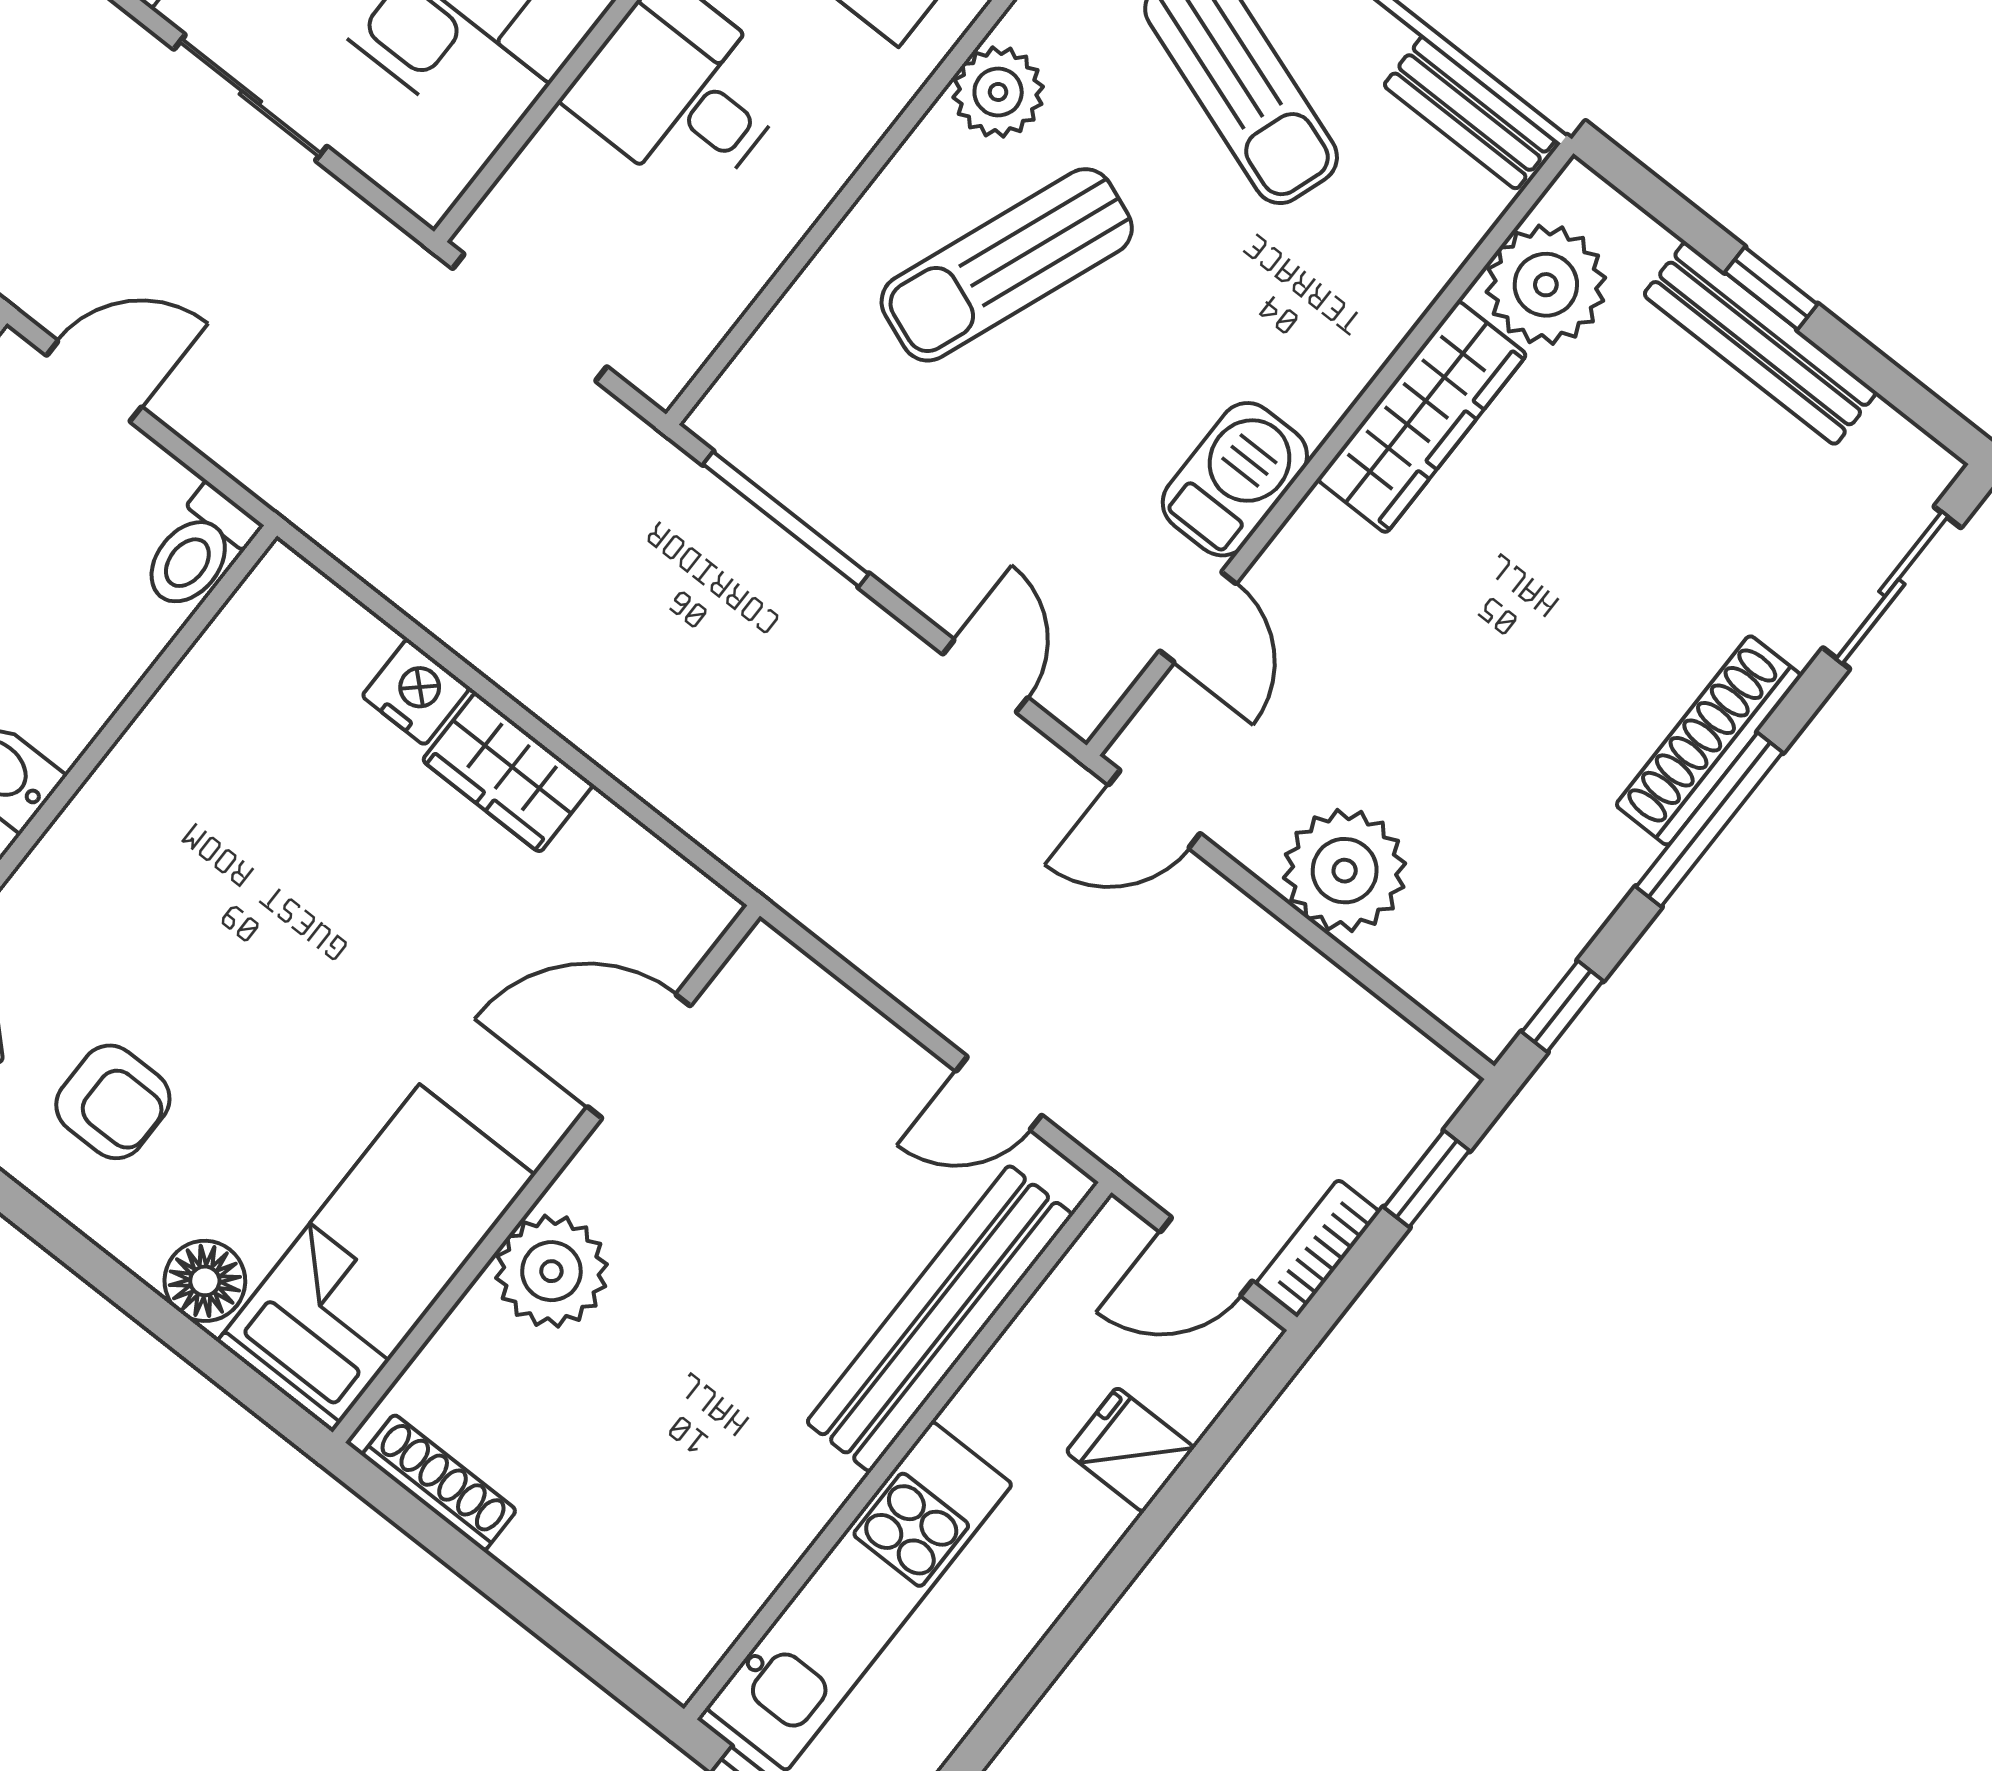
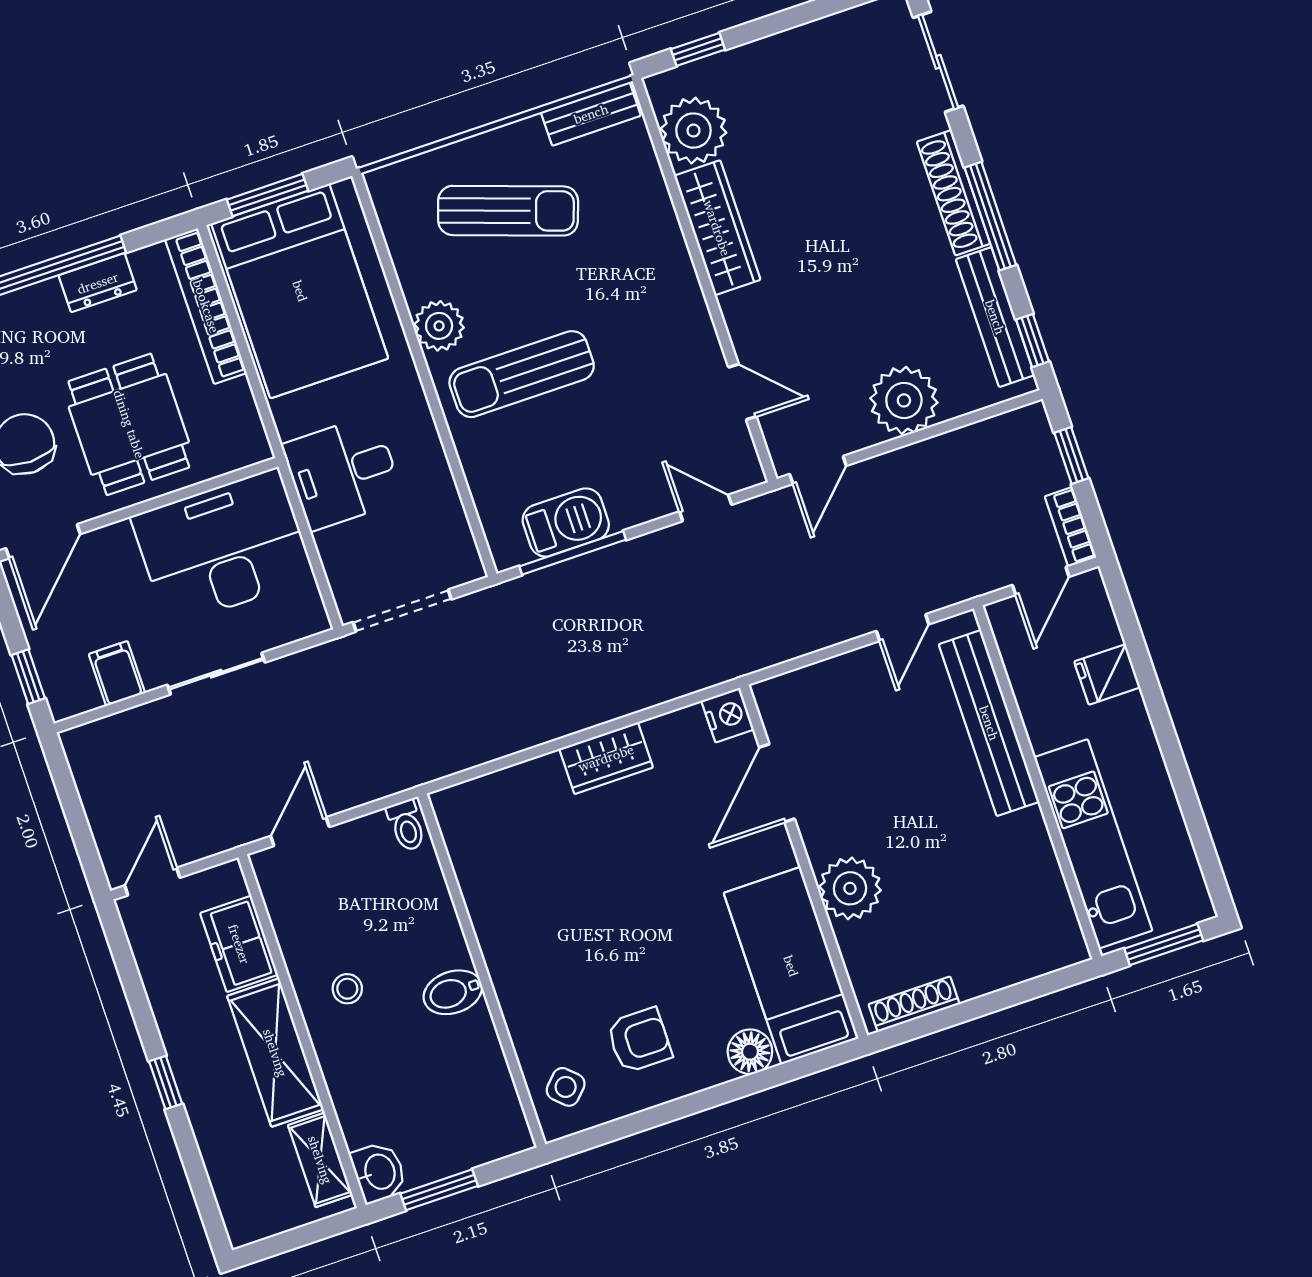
sun lounger: (1007, 265) -> (522, 374), turned 69
window: (1771, 288) -> (698, 49), moved
bench: (1760, 343) -> (995, 317), moved, turned 90
barbecue: (1235, 479) -> (566, 522), moved, turned 90
toilet: (198, 549) -> (406, 826), width x0.73, depth x0.72
nightstand: (416, 692) -> (728, 715), moved, turned 90

